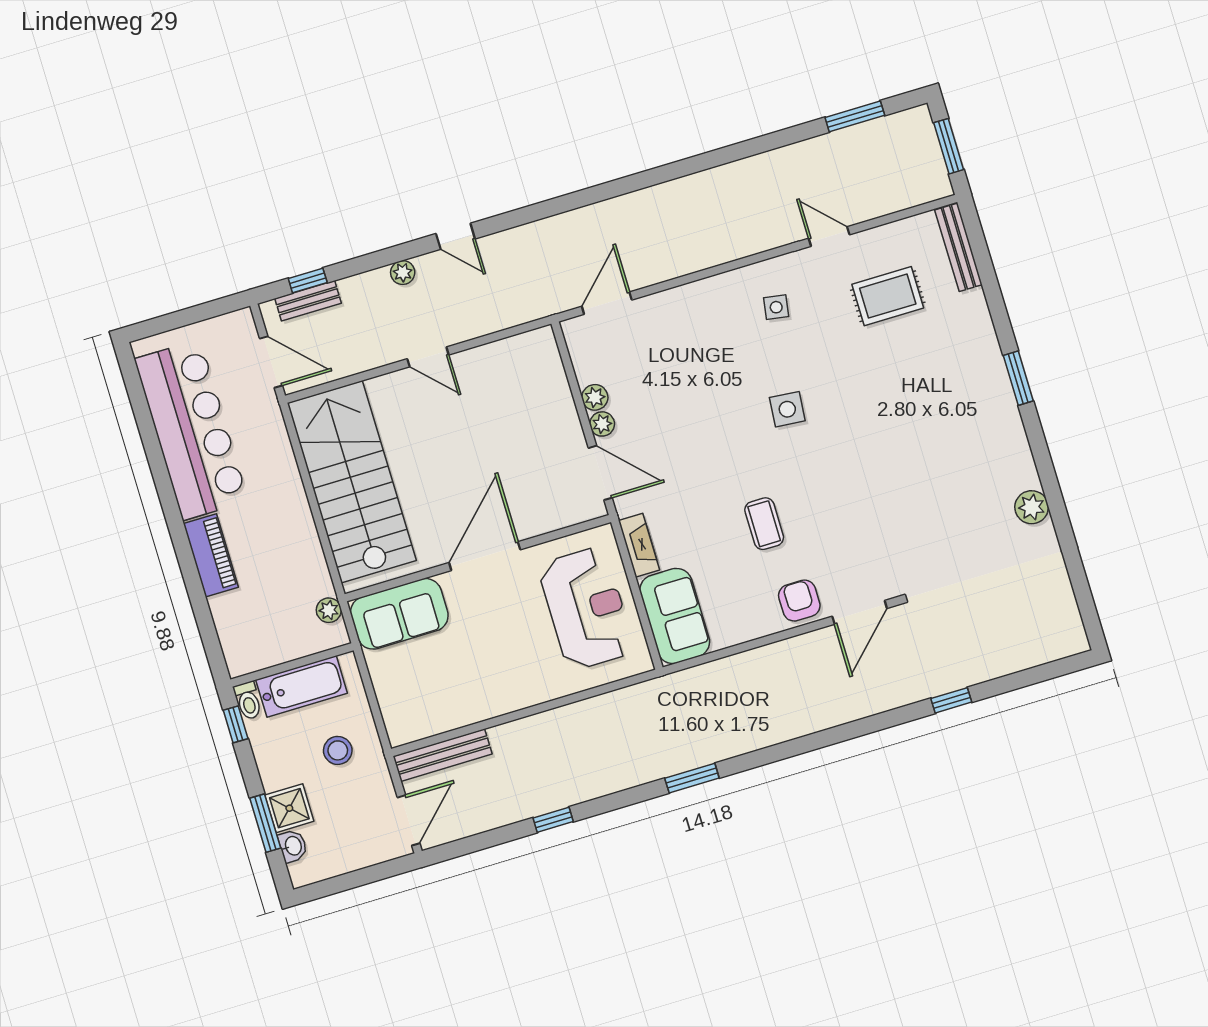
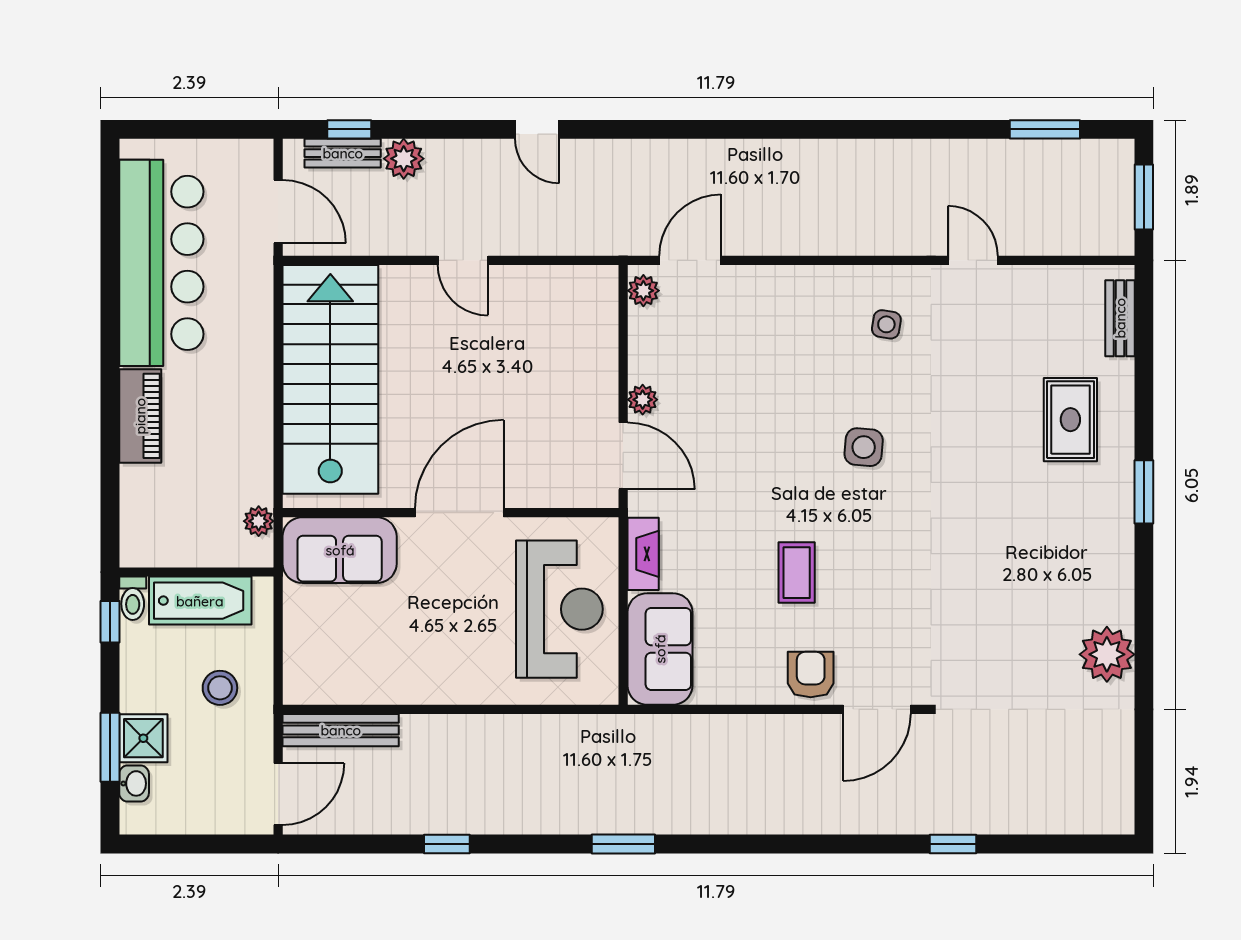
bench: (958, 247) -> (1120, 318), width x0.73
plant: (403, 273) -> (404, 159), moved, width x1.38, depth x1.38
rug: (888, 296) -> (1070, 420), moved, turned 90
plant: (595, 397) -> (643, 291), moved
plant: (1032, 507) -> (1107, 654), width x1.36, depth x1.36

